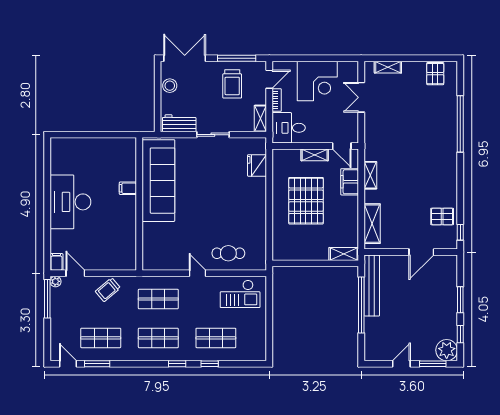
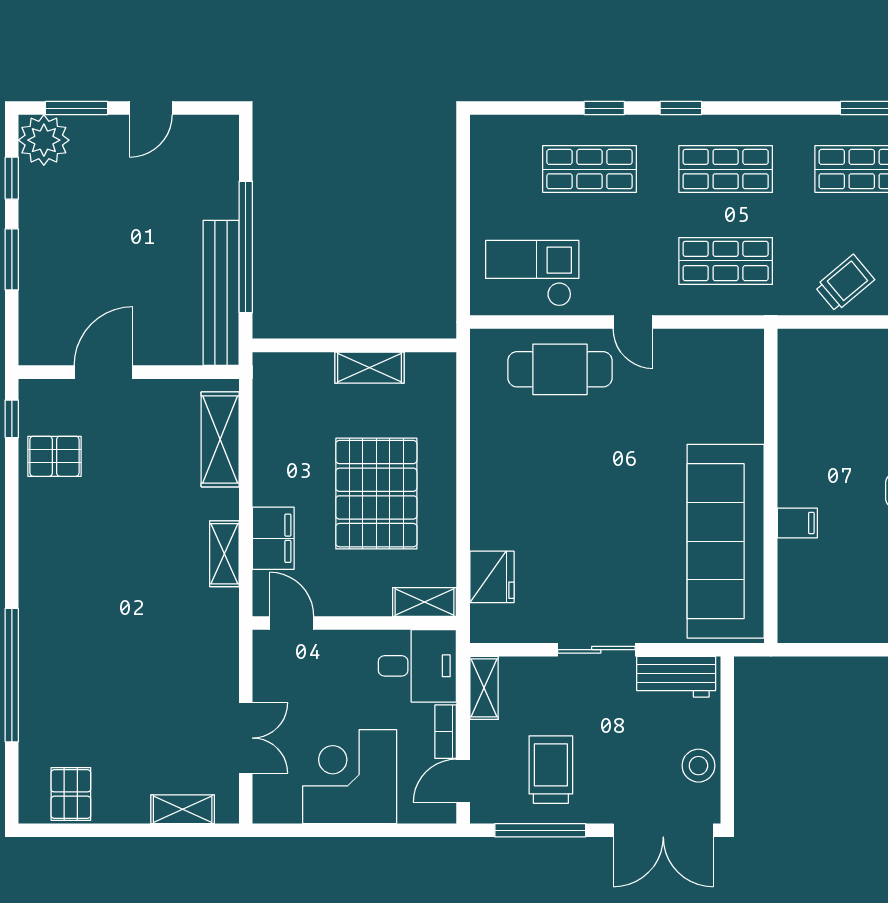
shelving: (315, 155) -> (425, 602), moved
cafe table: (228, 253) -> (560, 369), width x1.37, depth x1.35
shelving: (344, 254) -> (369, 368), moved

